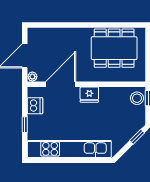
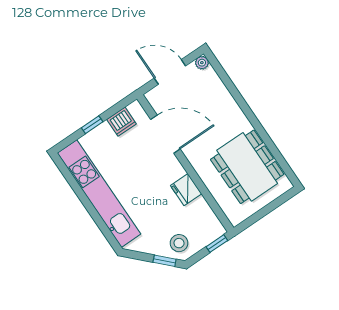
plant: (32, 77) -> (202, 63), moved
fridge: (89, 95) -> (186, 190), moved
stool: (137, 98) -> (179, 243), moved

